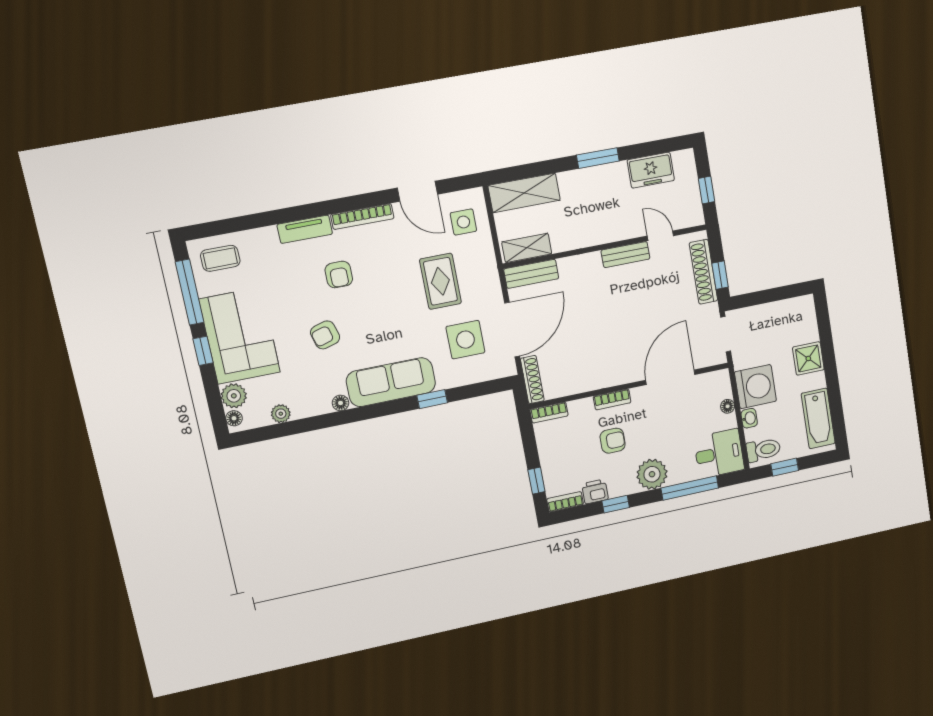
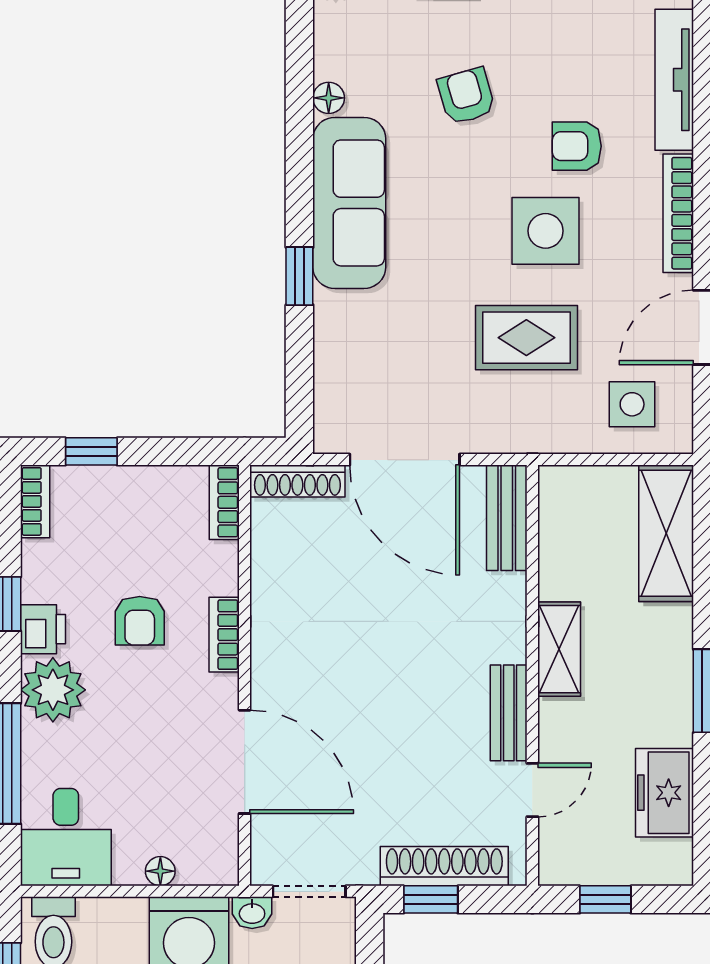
tv unit: (305, 229) -> (674, 80), width x1.41
shelving: (527, 248) -> (559, 649), moved
side table: (465, 340) -> (546, 231), moved
washbasin: (749, 418) -> (252, 913), moved
printer: (595, 491) -> (43, 629), moved

